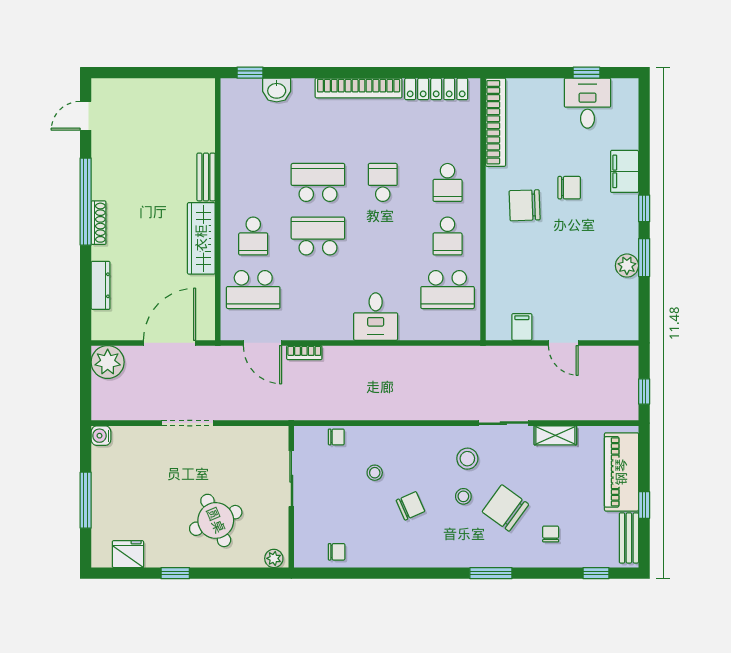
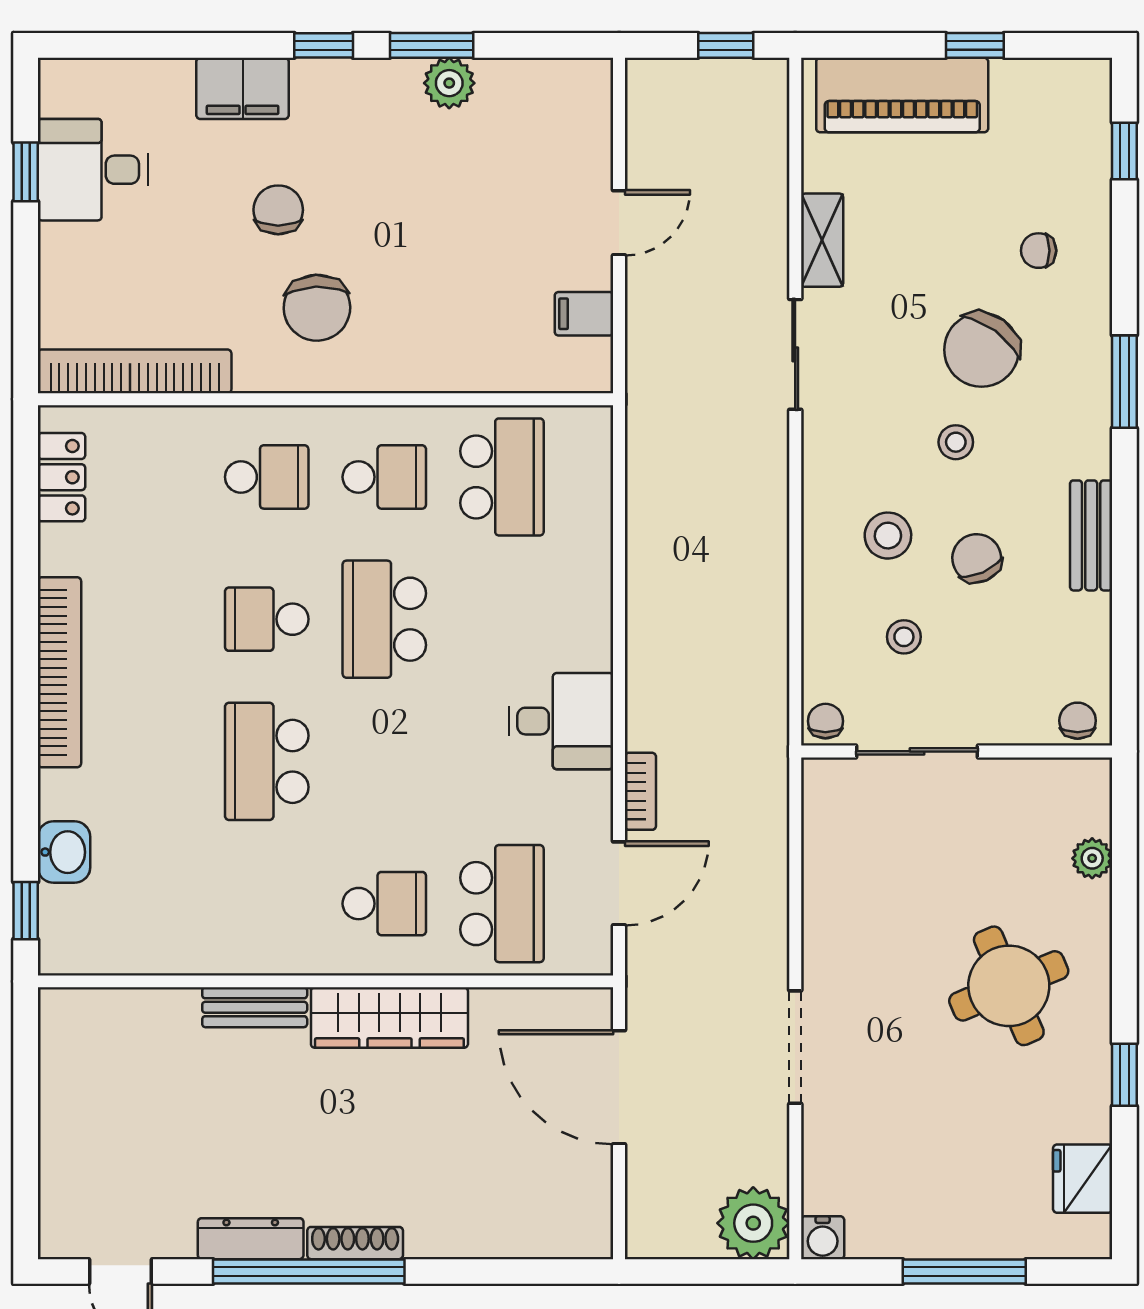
locker: (436, 89) -> (61, 477), width x0.66
school desk: (318, 236) -> (384, 619), moved
dresser: (101, 285) -> (251, 1239), moved
desk: (376, 317) -> (561, 721), moved
plant: (108, 362) -> (753, 1223), moved
stool: (467, 459) -> (888, 536), moved
sliding door: (291, 479) -> (917, 751), moved
wall: (291, 497) -> (957, 751), moved
bench: (629, 538) -> (1091, 535), moved, turned 90

